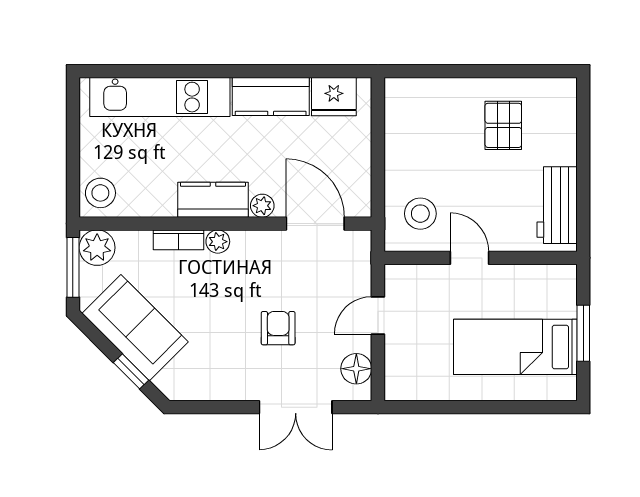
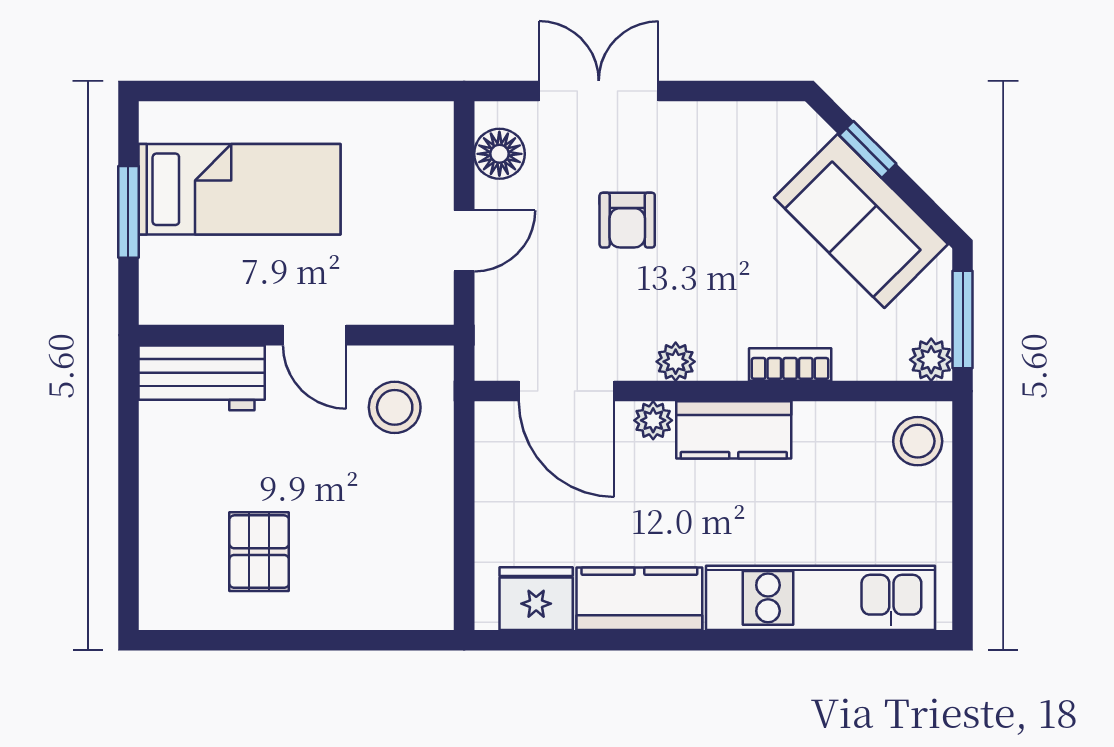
workbench: (557, 205) -> (202, 378), moved, turned 90
plant: (218, 242) -> (676, 362), moved
plant: (97, 248) -> (931, 360), width x0.73, depth x0.73

